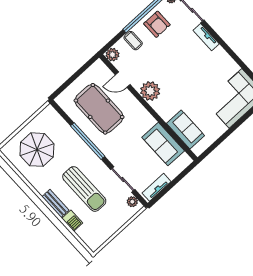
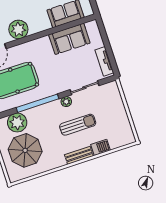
plant: (60, 130) -> (17, 123), added
sun lounger: (84, 189) -> (78, 125), width x0.73, depth x0.75
plant: (132, 202) -> (66, 102), moved

